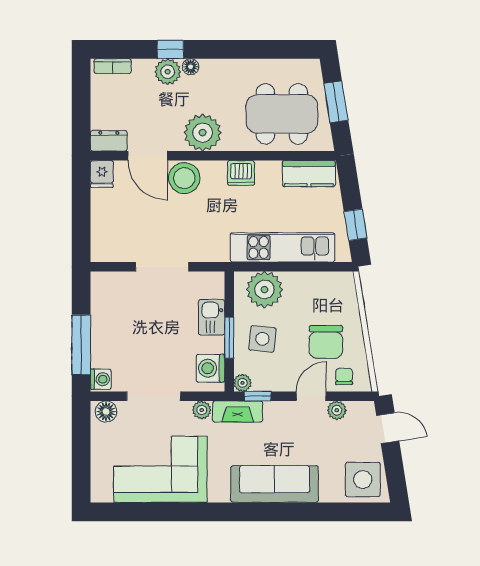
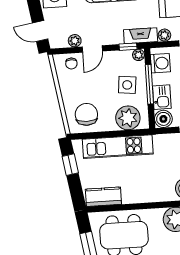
dishwasher: (241, 173) -> (149, 194), removed
boiler: (211, 284) -> (163, 119), added
window: (229, 338) -> (149, 84), width x1.44
chair: (326, 342) -> (86, 114), moved

